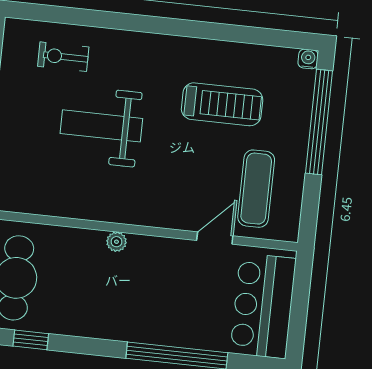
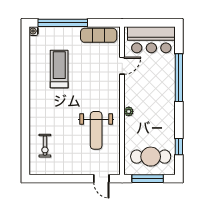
weight bench: (101, 126) -> (96, 130), moved
exercise mat: (256, 189) -> (99, 35), moved
door: (215, 238) -> (122, 66), swing flipped

